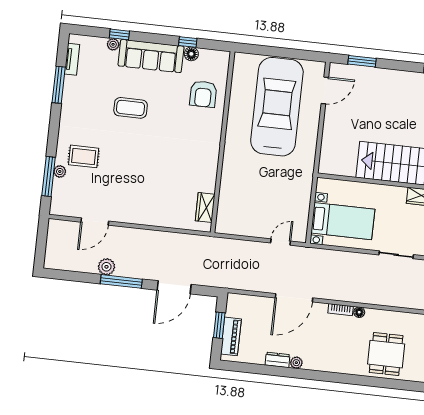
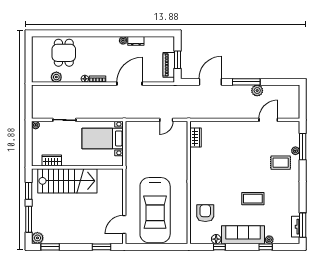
window: (59, 85) -> (303, 225), moved
door: (281, 242) -> (166, 120), moved
plant: (401, 319) -> (56, 77), added
piano: (231, 336) -> (169, 65), moved

